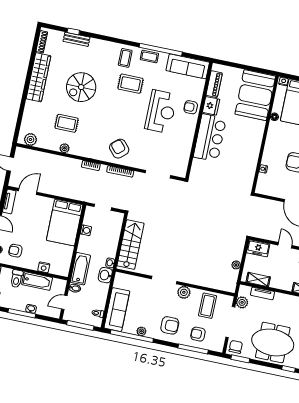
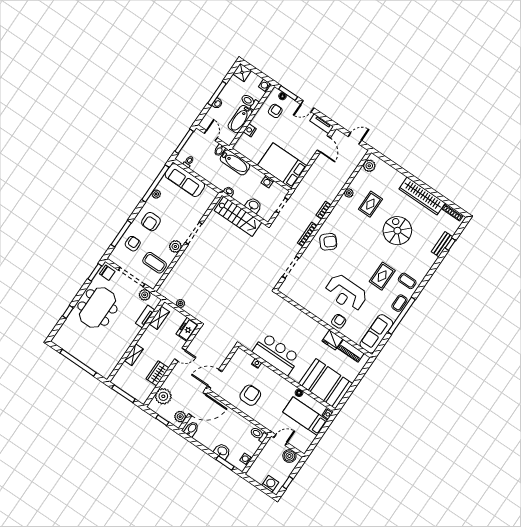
bar counter: (210, 138) -> (276, 354), moved, turned 180
washbasin: (105, 275) -> (253, 205), moved

